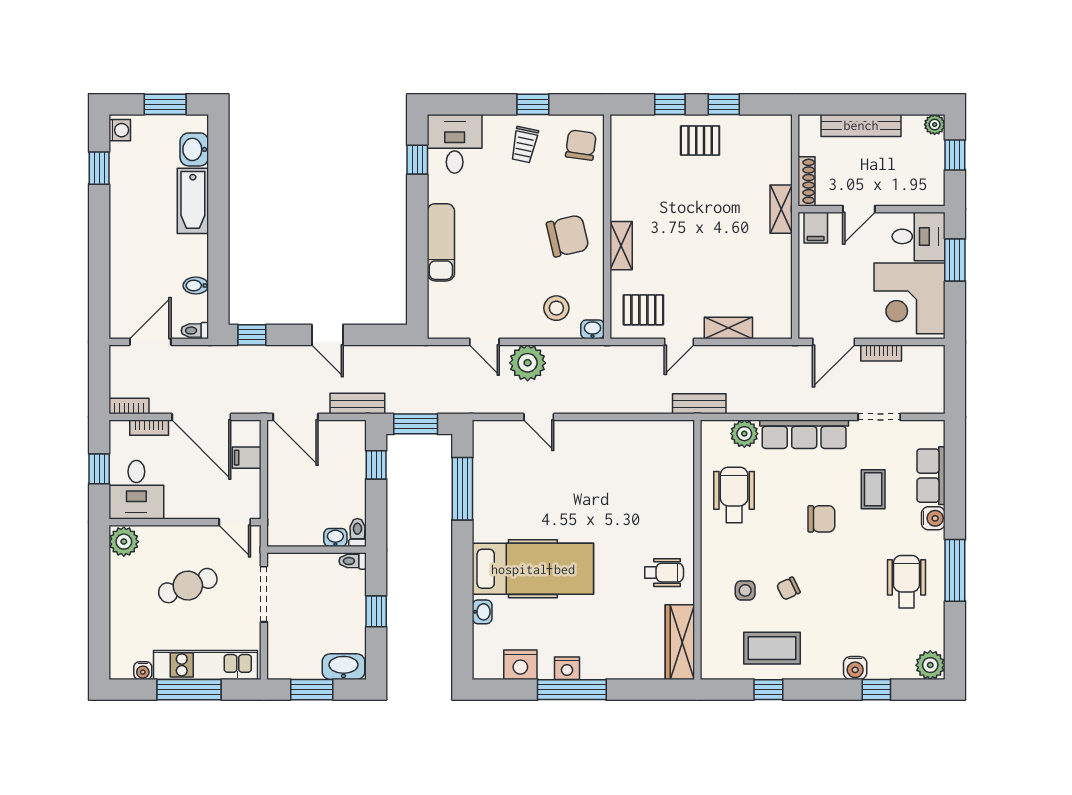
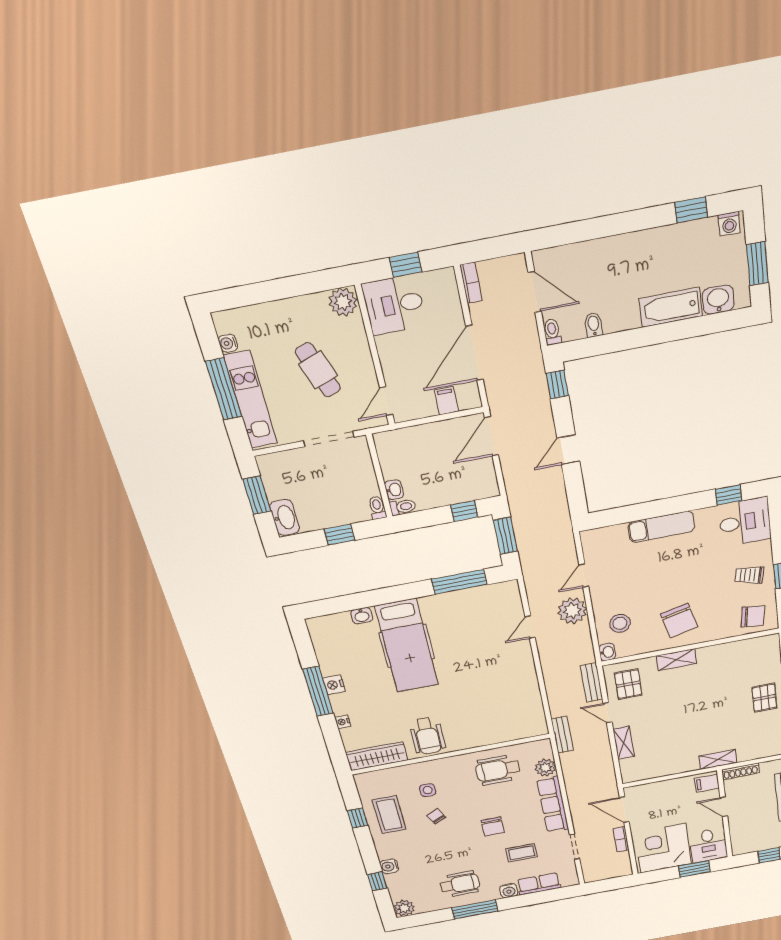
bench: (357, 404) -> (591, 682), moved
bookcase: (149, 428) -> (455, 306), removed
wheelchair: (734, 495) -> (498, 770), turned 180
wheelchair: (664, 573) -> (427, 736), width x1.36, depth x1.37
nightstand: (520, 665) -> (343, 722), moved, width x0.53, depth x0.56

